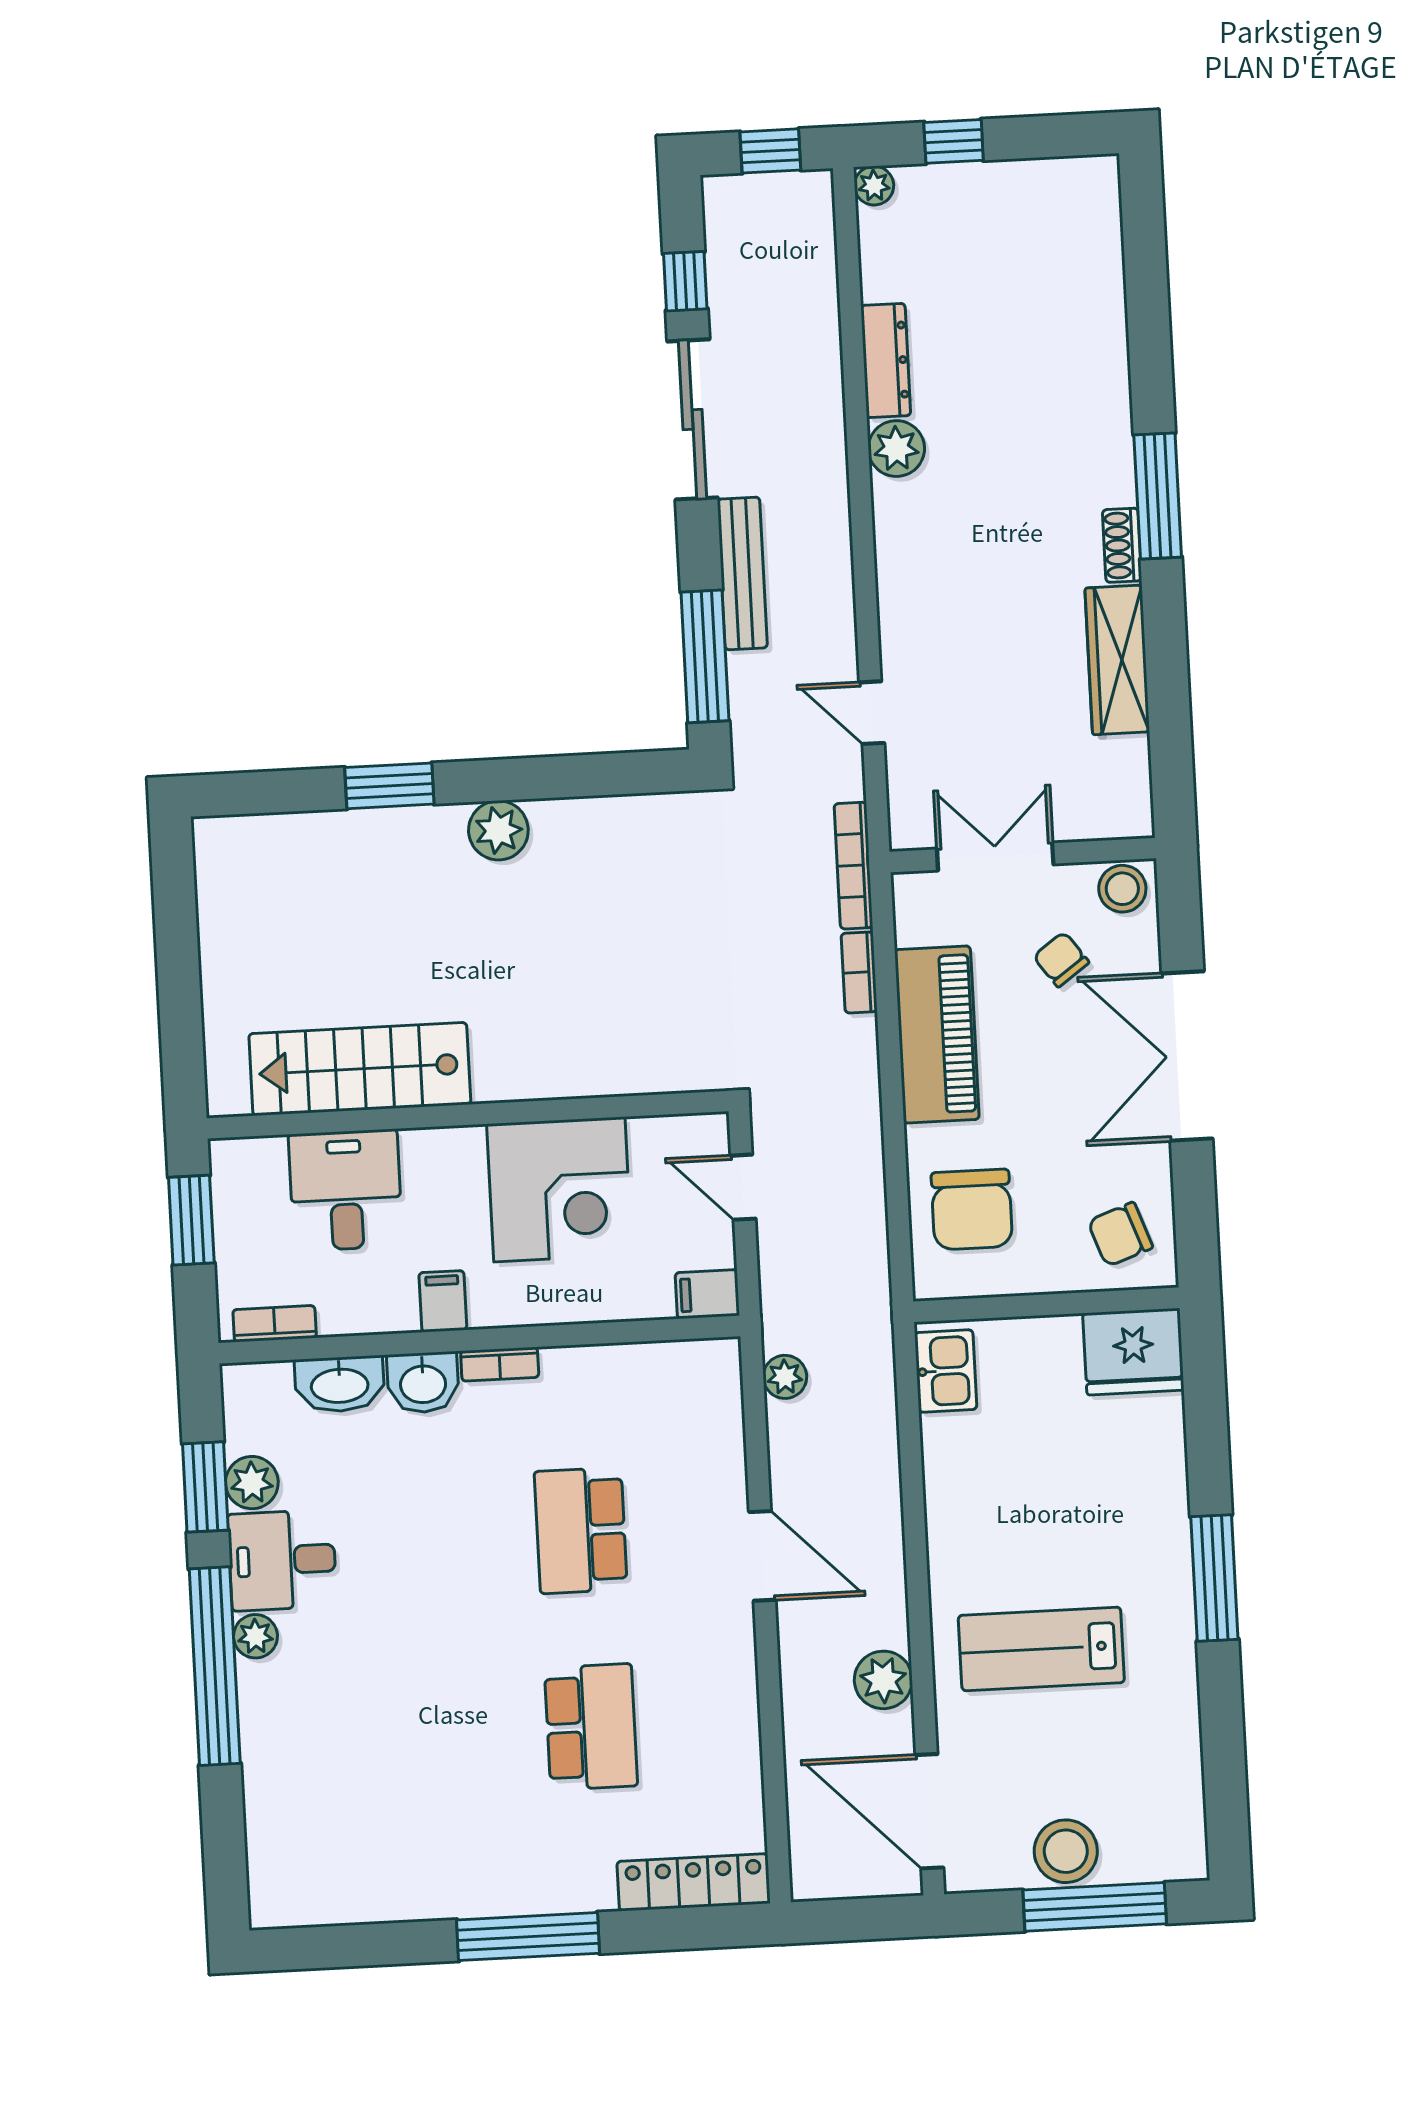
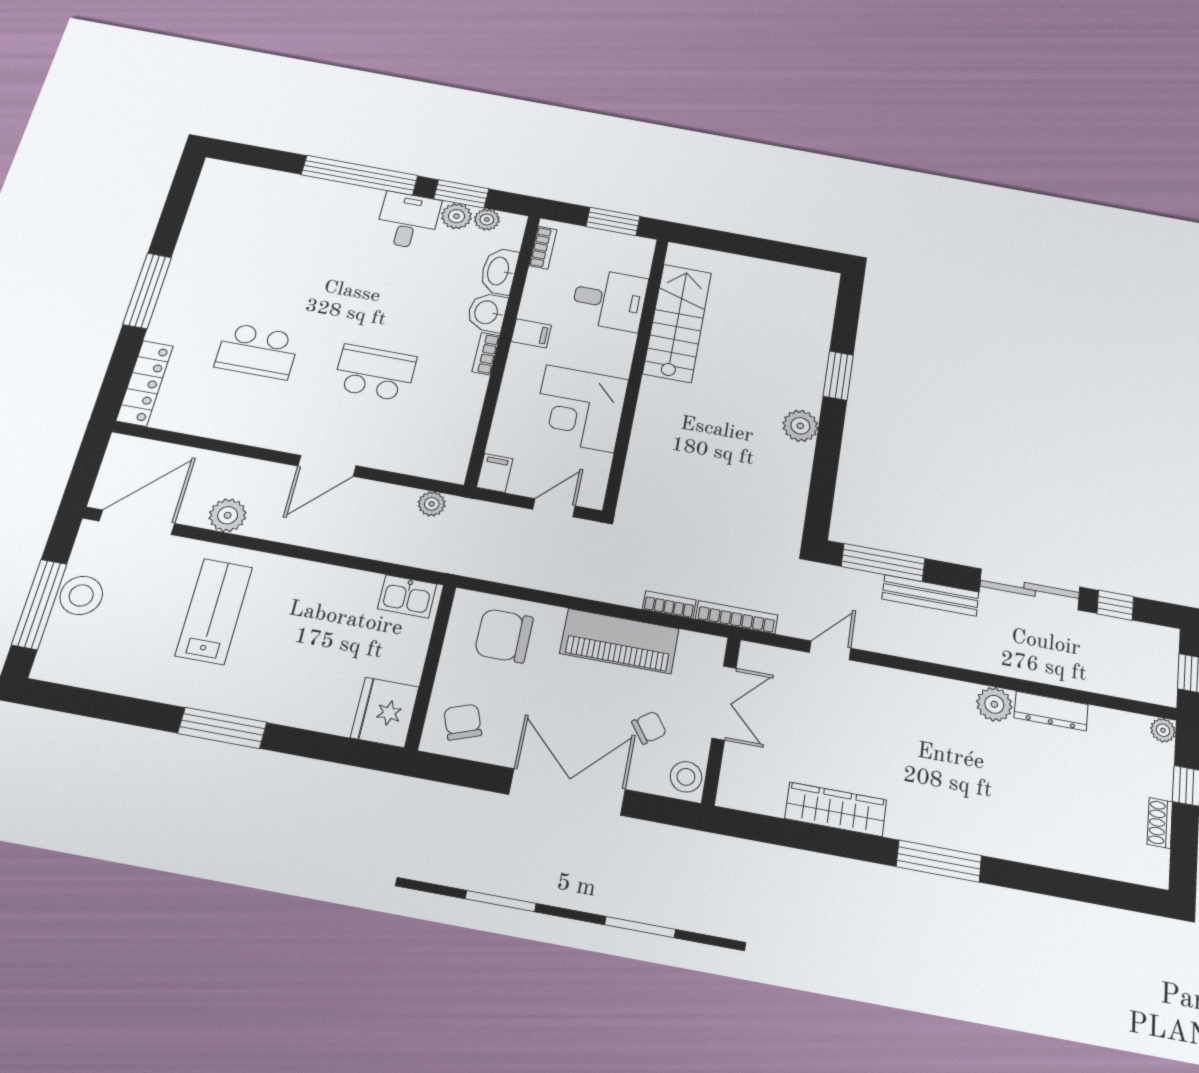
shoe rack: (1122, 545) -> (1160, 823), moved, turned -90
plant: (255, 1636) -> (487, 220), moved

